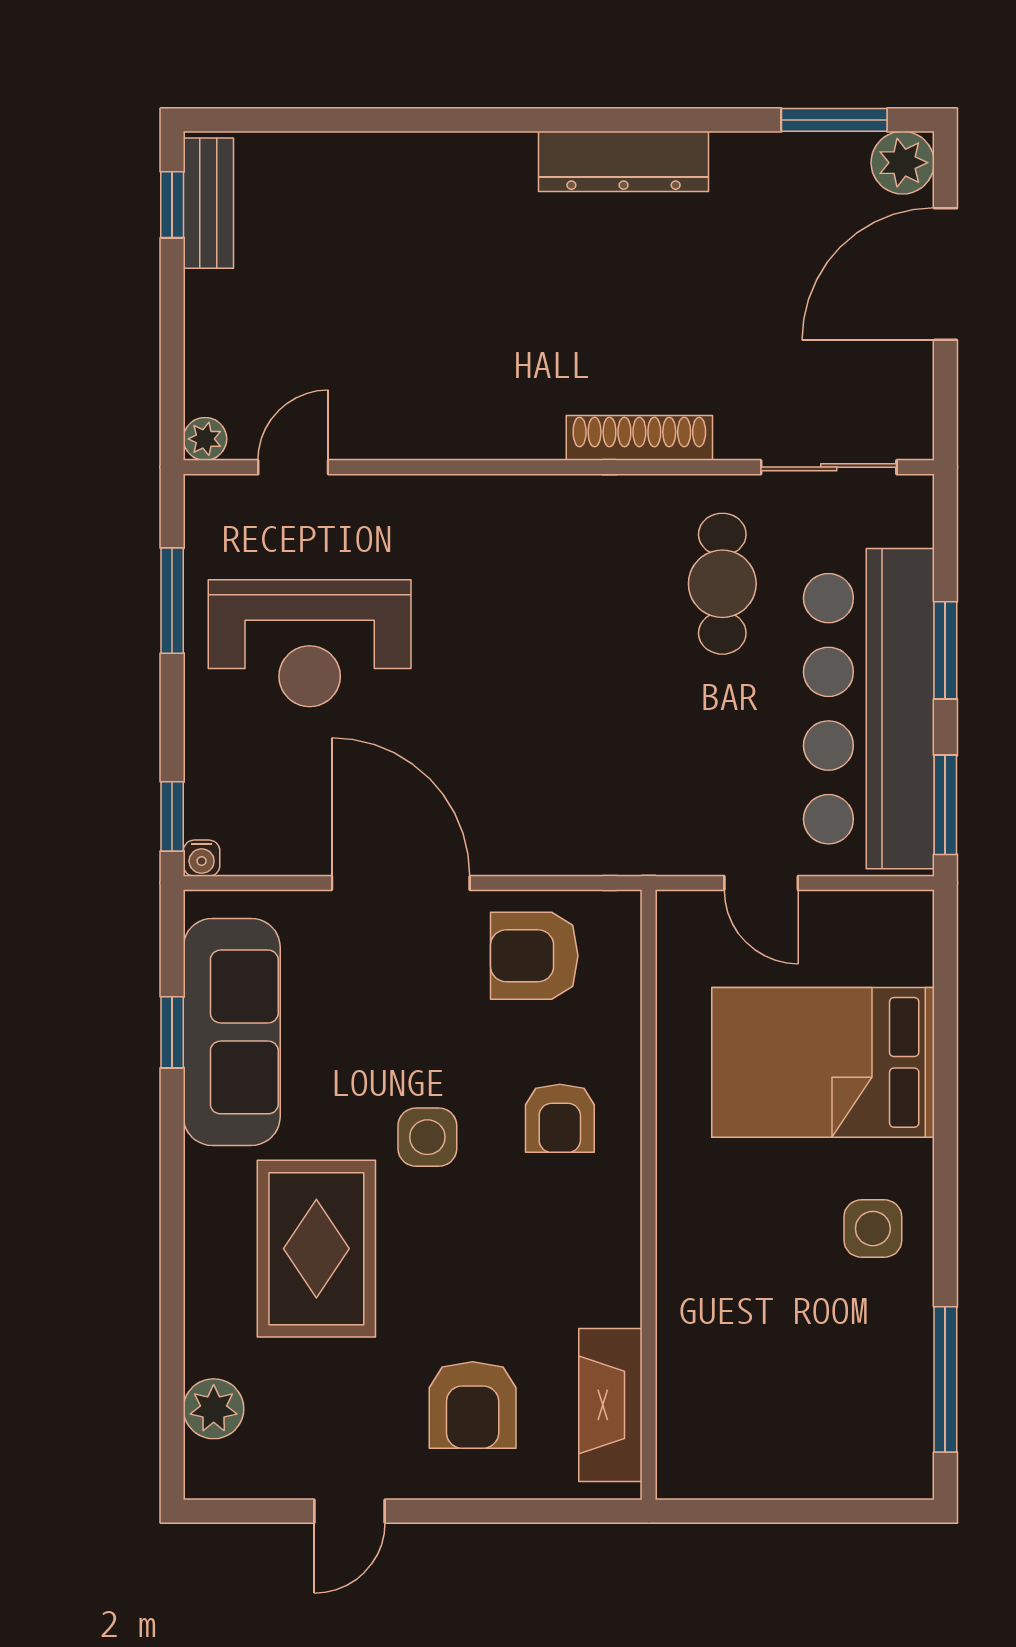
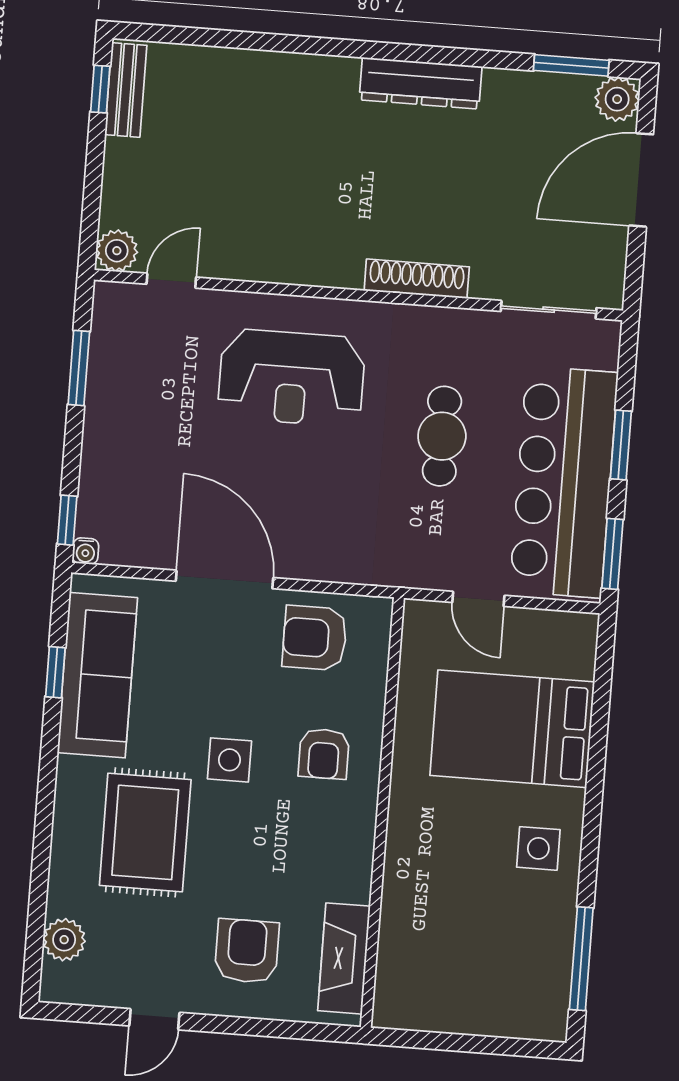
plant: (205, 439) -> (117, 251), width x1.38, depth x1.38
cafe table: (722, 584) -> (442, 436), moved
reception desk: (310, 643) -> (291, 378), moved
armchair: (473, 1405) -> (247, 951), turned 180

